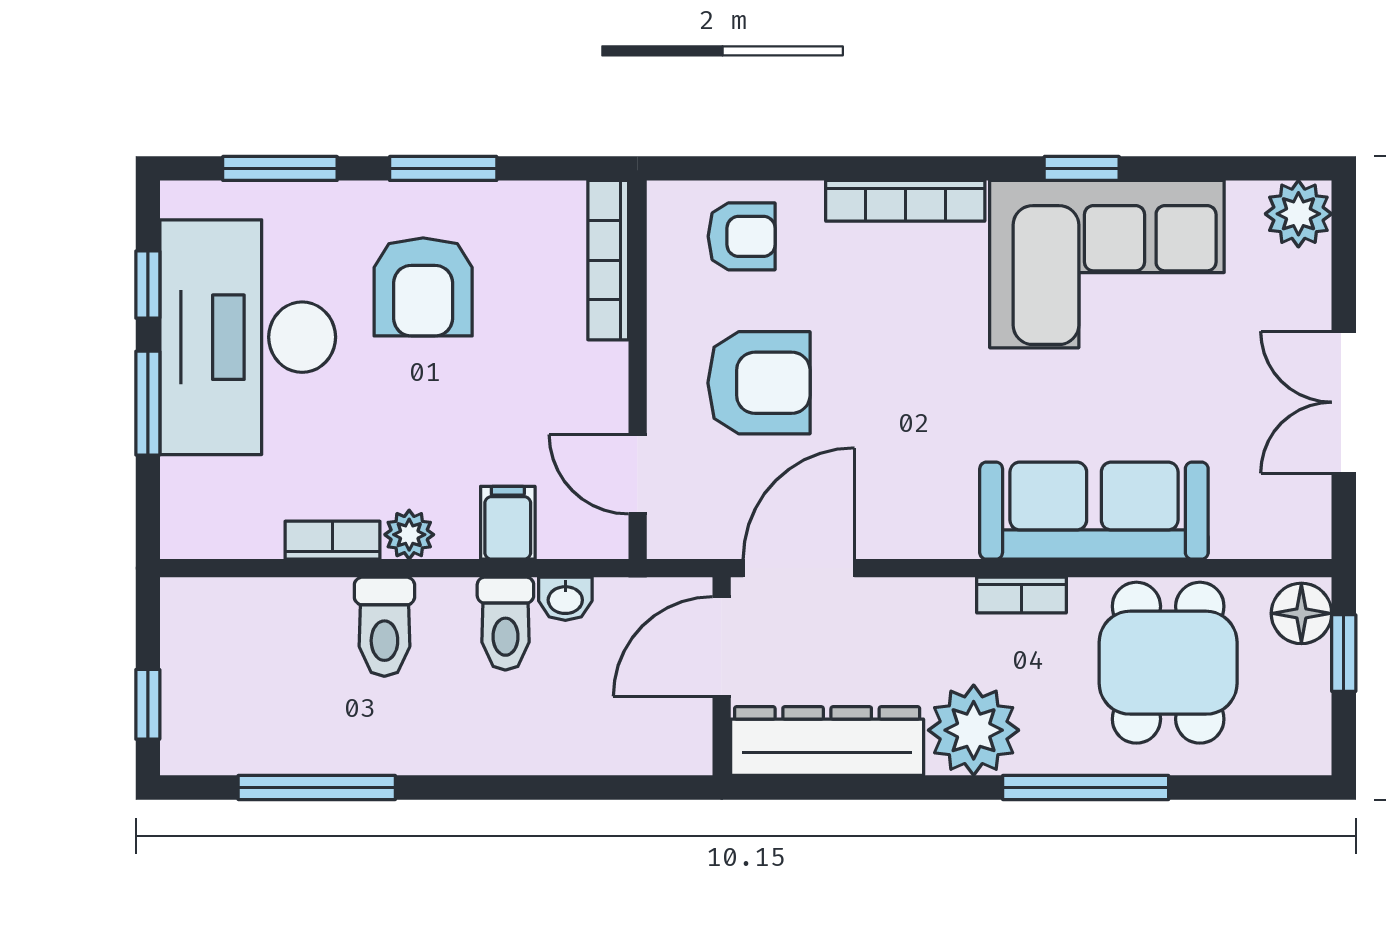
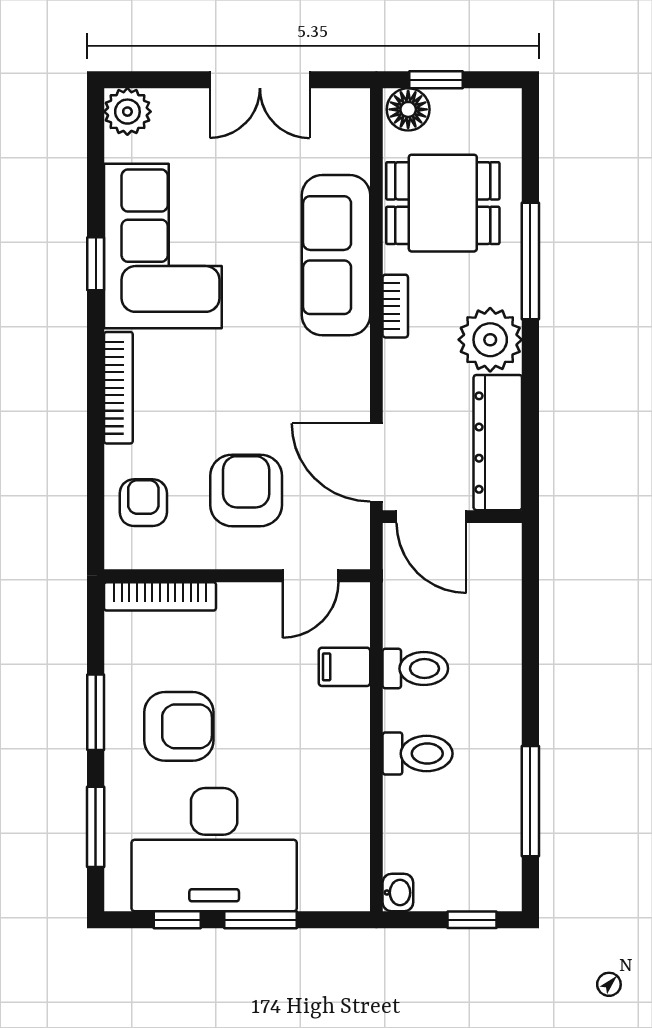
plant: (409, 535) -> (353, 736), removed
bookcase: (333, 540) -> (357, 790), removed
washbasin: (565, 599) -> (398, 893), moved

